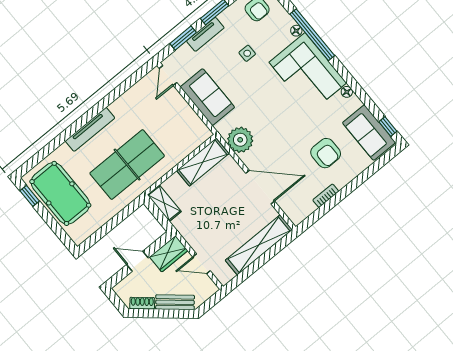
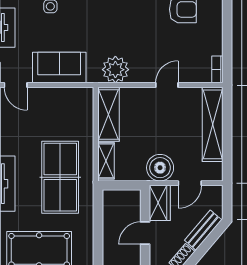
door: (260, 187) -> (167, 85), width x0.53
bookcase: (326, 196) -> (217, 69), moved
shelving: (164, 203) -> (106, 161), moved, turned 90
boiler: (195, 232) -> (160, 168), added

